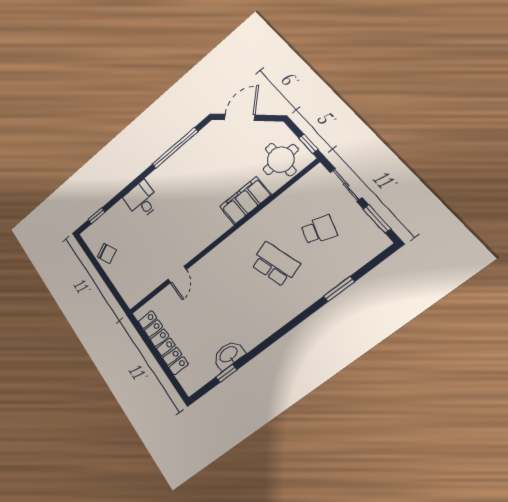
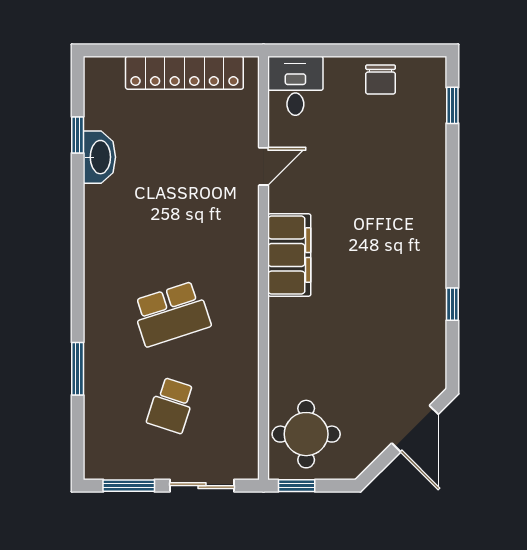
window: (175, 148) -> (452, 304), width x0.32
desk: (142, 200) -> (295, 86), moved, turned -90
filing cabinet: (245, 201) -> (289, 255), moved
chair: (107, 253) -> (381, 80), turned -65
door: (177, 274) -> (264, 166), swing flipped

